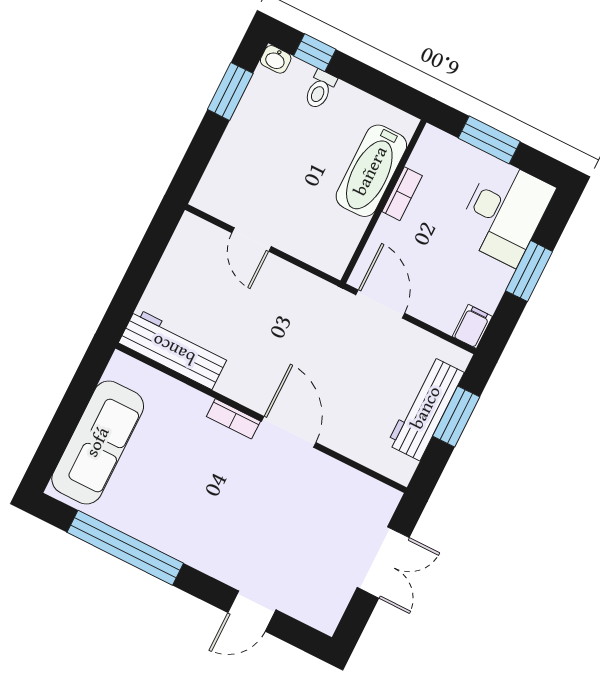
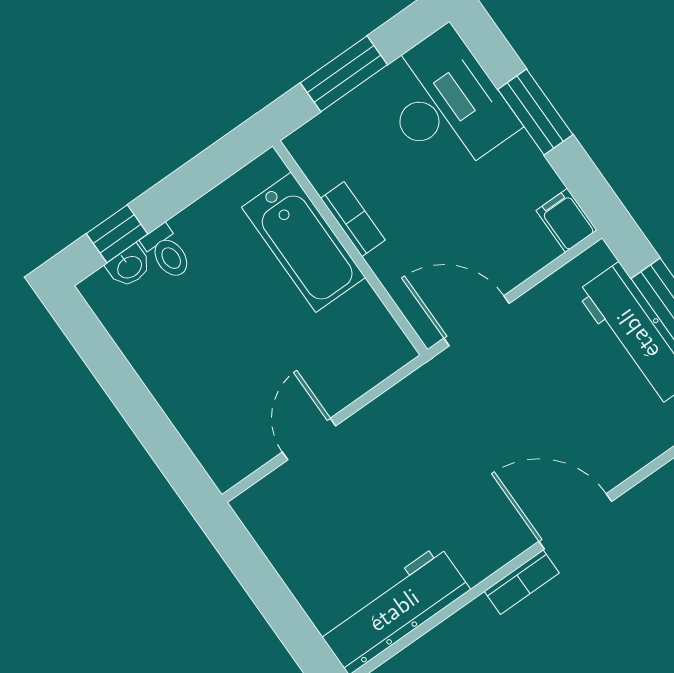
washbasin: (276, 59) -> (129, 266), moved
window: (230, 91) -> (109, 366), removed
door: (251, 240) -> (309, 439), swing flipped

